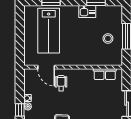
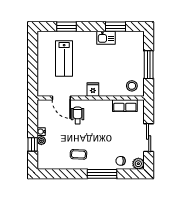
lab bench: (49, 31) -> (64, 58), width x0.73, depth x0.72
stool: (108, 38) -> (132, 86), moved
fridge: (75, 59) -> (93, 89), added

